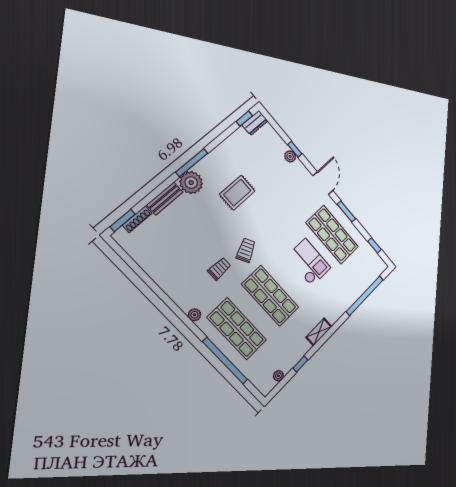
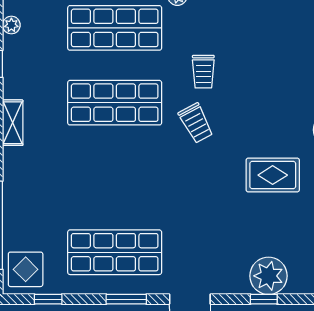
plant: (290, 156) -> (268, 276), width x1.87, depth x1.87
rug: (237, 193) -> (273, 175), turned 90
checkout: (309, 262) -> (109, 188), removed
display table: (371, 267) -> (26, 269), added

